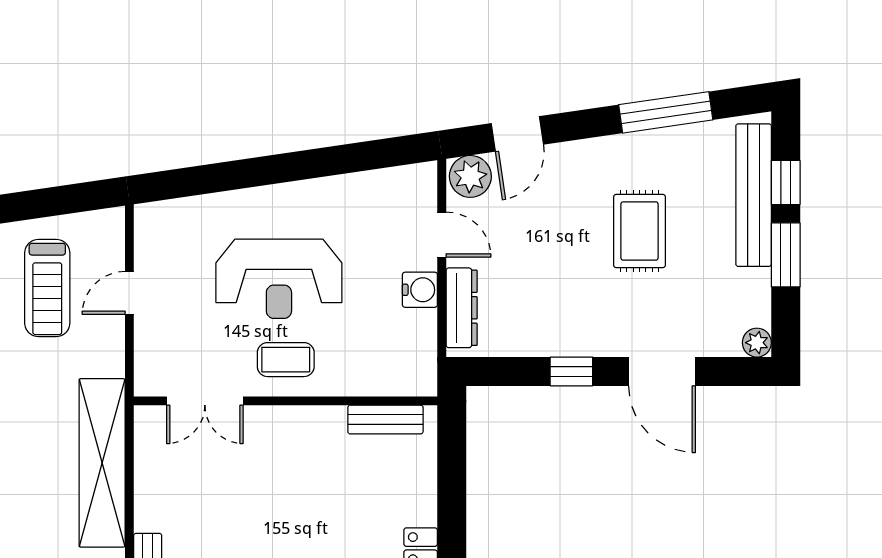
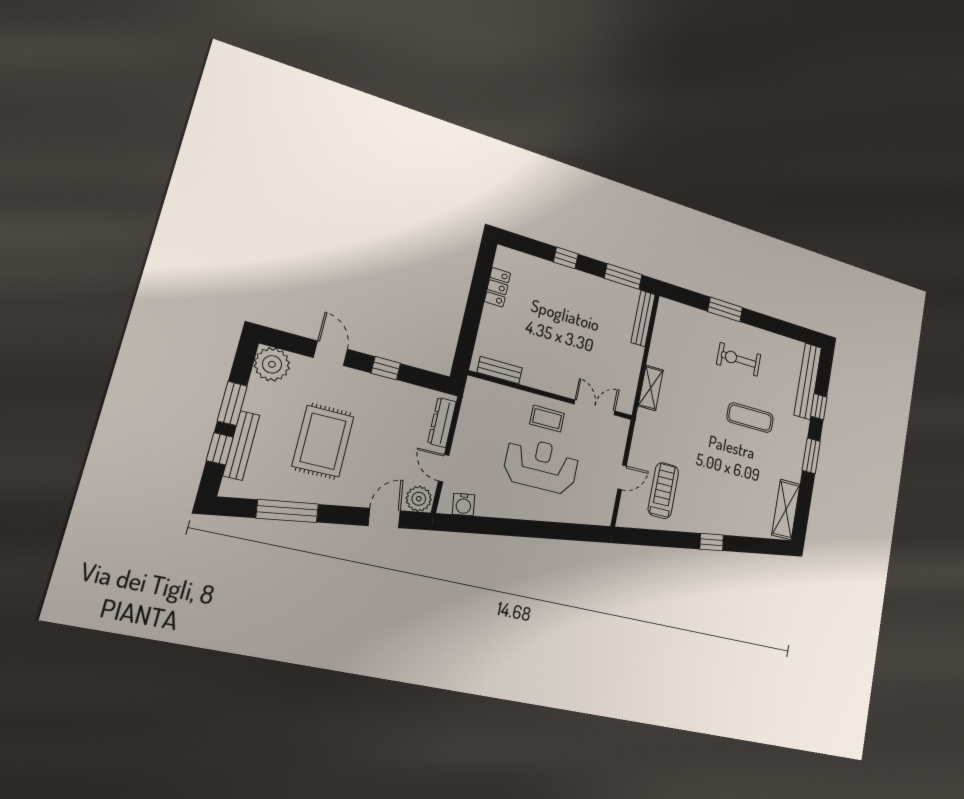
bench: (754, 195) -> (241, 445), width x0.73, depth x0.82
rug: (640, 231) -> (323, 441), width x1.36, depth x1.43
water cooler: (420, 290) -> (464, 504), moved, turned -98
plant: (757, 343) -> (272, 364), width x1.87, depth x1.87
door: (662, 371) -> (331, 353), width x0.73
shelving: (102, 463) -> (651, 388), width x0.45, depth x0.75

